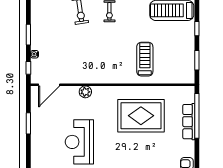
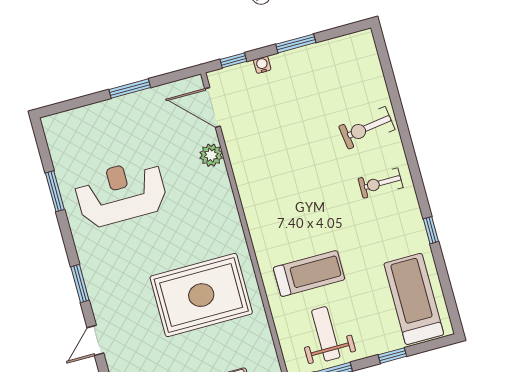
weight bench: (177, 59) -> (326, 334), added
plant: (85, 92) -> (211, 155), moved
rug: (141, 116) -> (201, 295), turned 90

